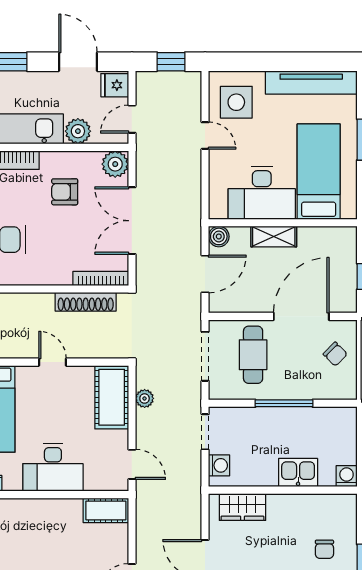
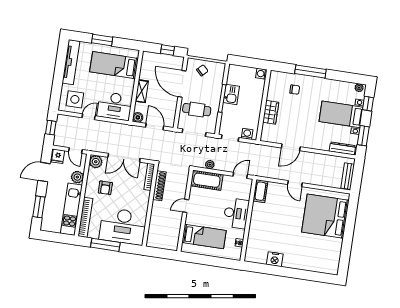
desk: (262, 193) -> (115, 106), moved, turned 90
kitchen sink: (298, 473) -> (231, 94), moved, turned 180
wardrobe: (242, 507) -> (271, 112), moved

